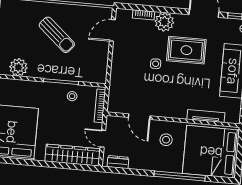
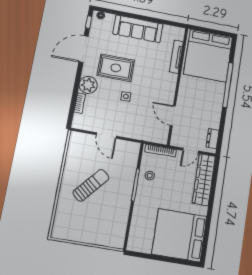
door: (112, 30) -> (106, 135), moved
rug: (186, 50) -> (116, 68), turned 90
plant: (18, 67) -> (119, 224), removed
door: (139, 117) -> (173, 116), swing flipped
stool: (166, 140) -> (195, 94), removed

